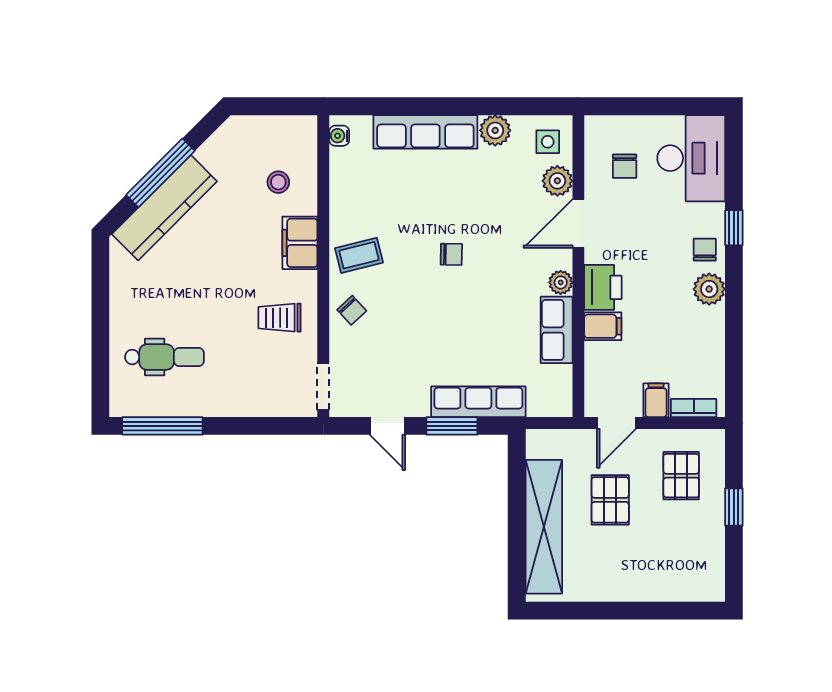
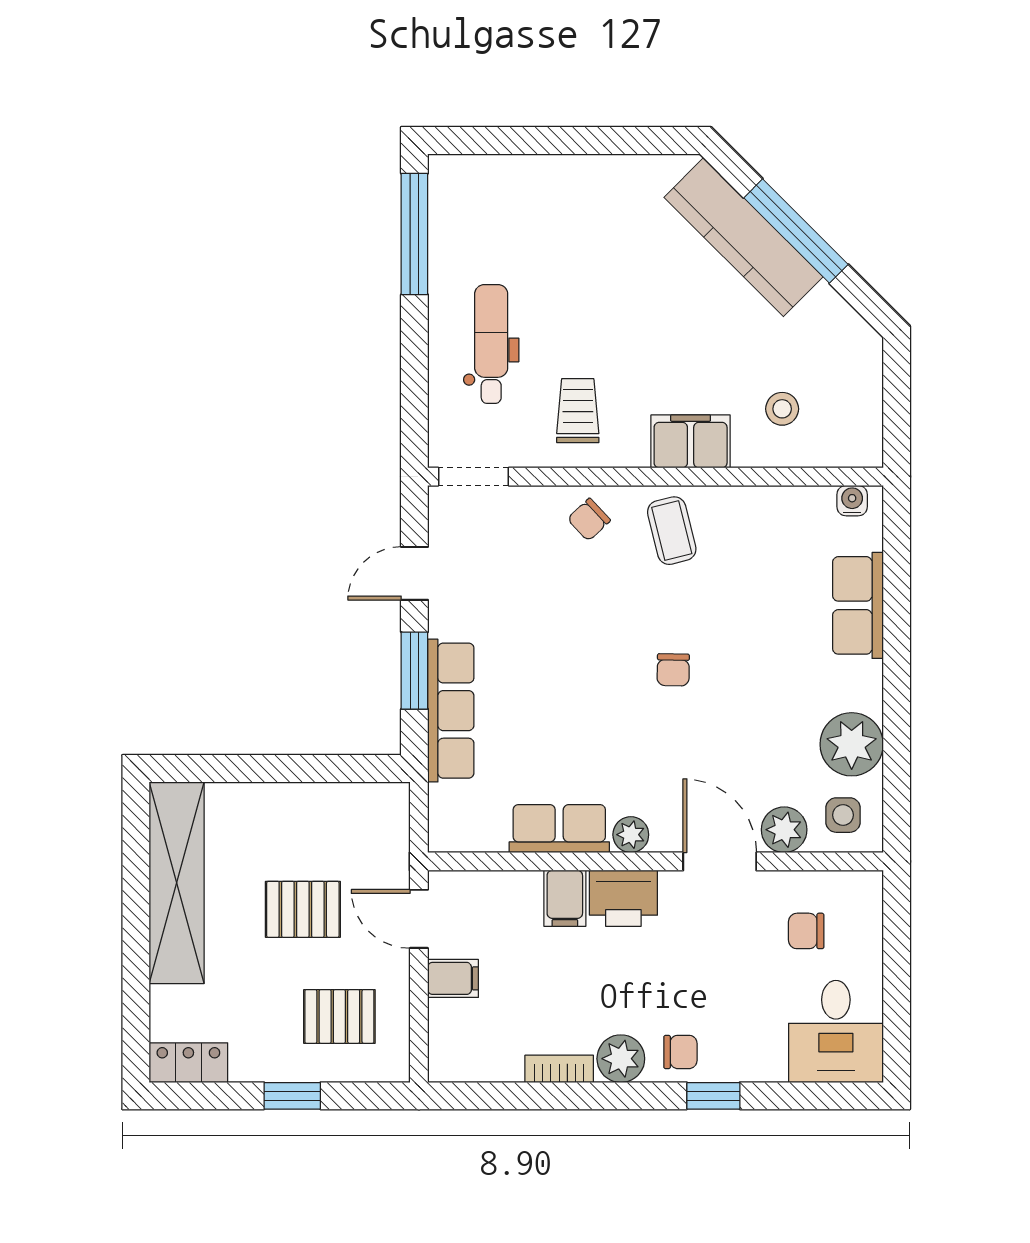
plant: (495, 130) -> (852, 744), width x1.36, depth x1.36
row of seats: (425, 132) -> (858, 605), width x0.68
desk: (691, 158) -> (836, 1031), width x0.73
dental chair: (164, 357) -> (491, 344), moved, turned 180
bookcase: (694, 408) -> (559, 1069), moved, turned -90
shelving: (544, 527) -> (177, 883), moved, turned 90
locker: (712, 576) -> (188, 1063), added

